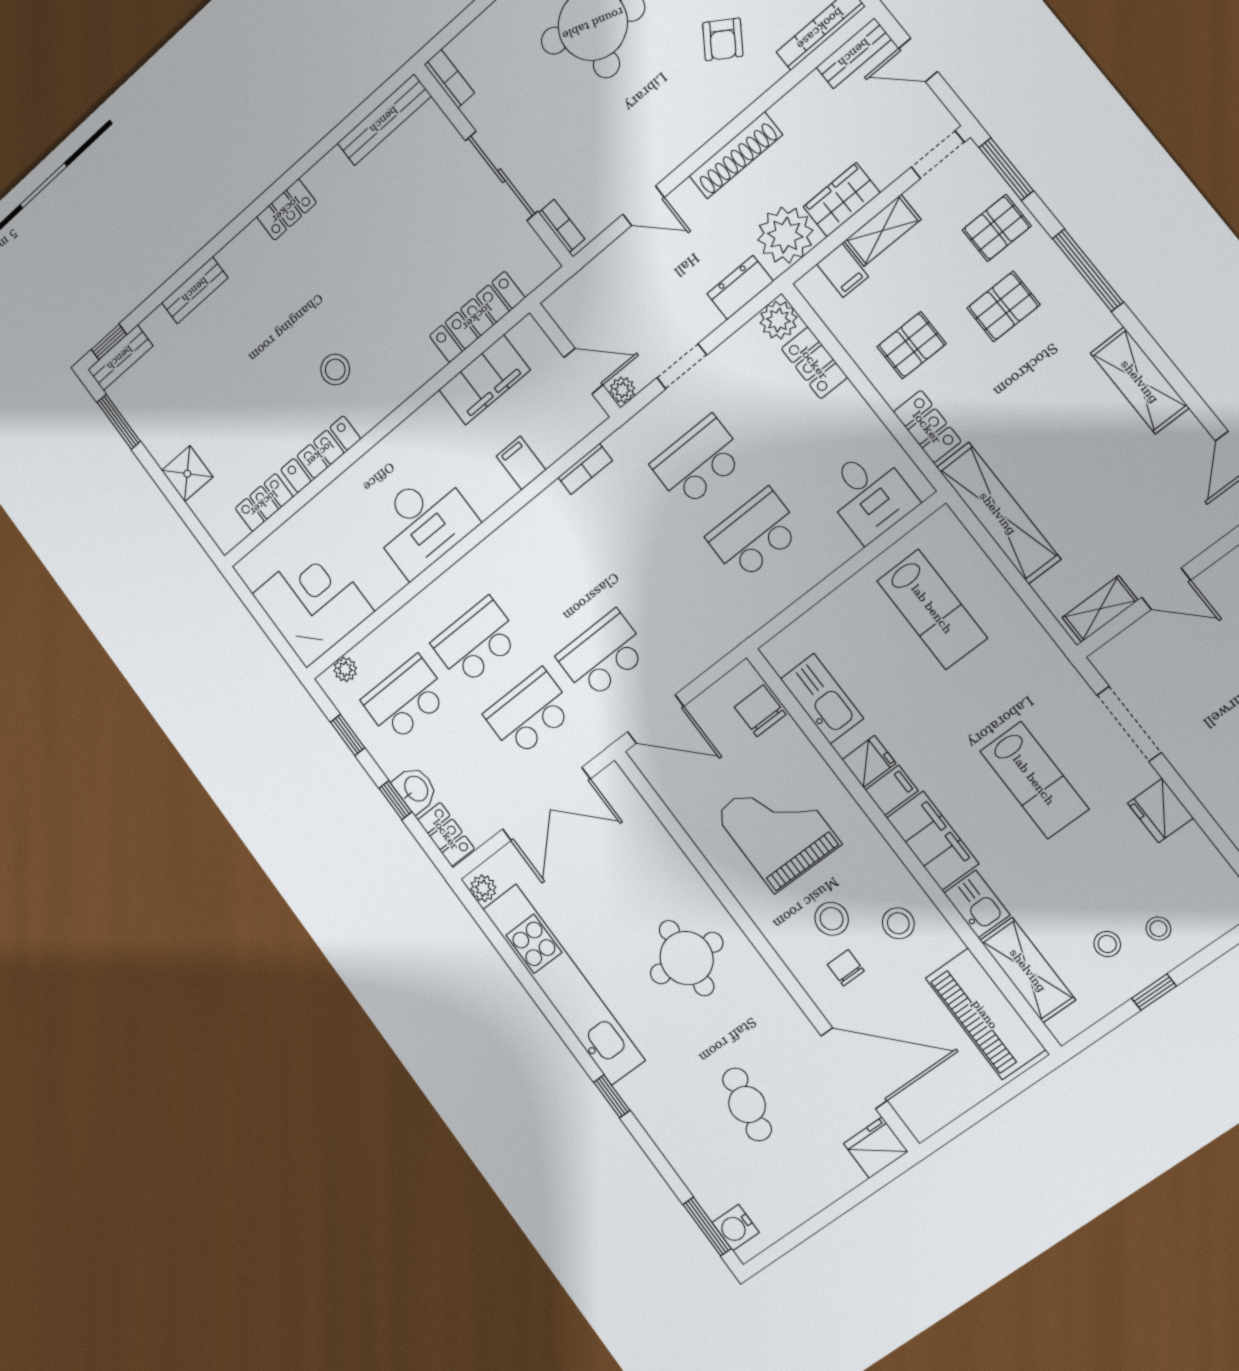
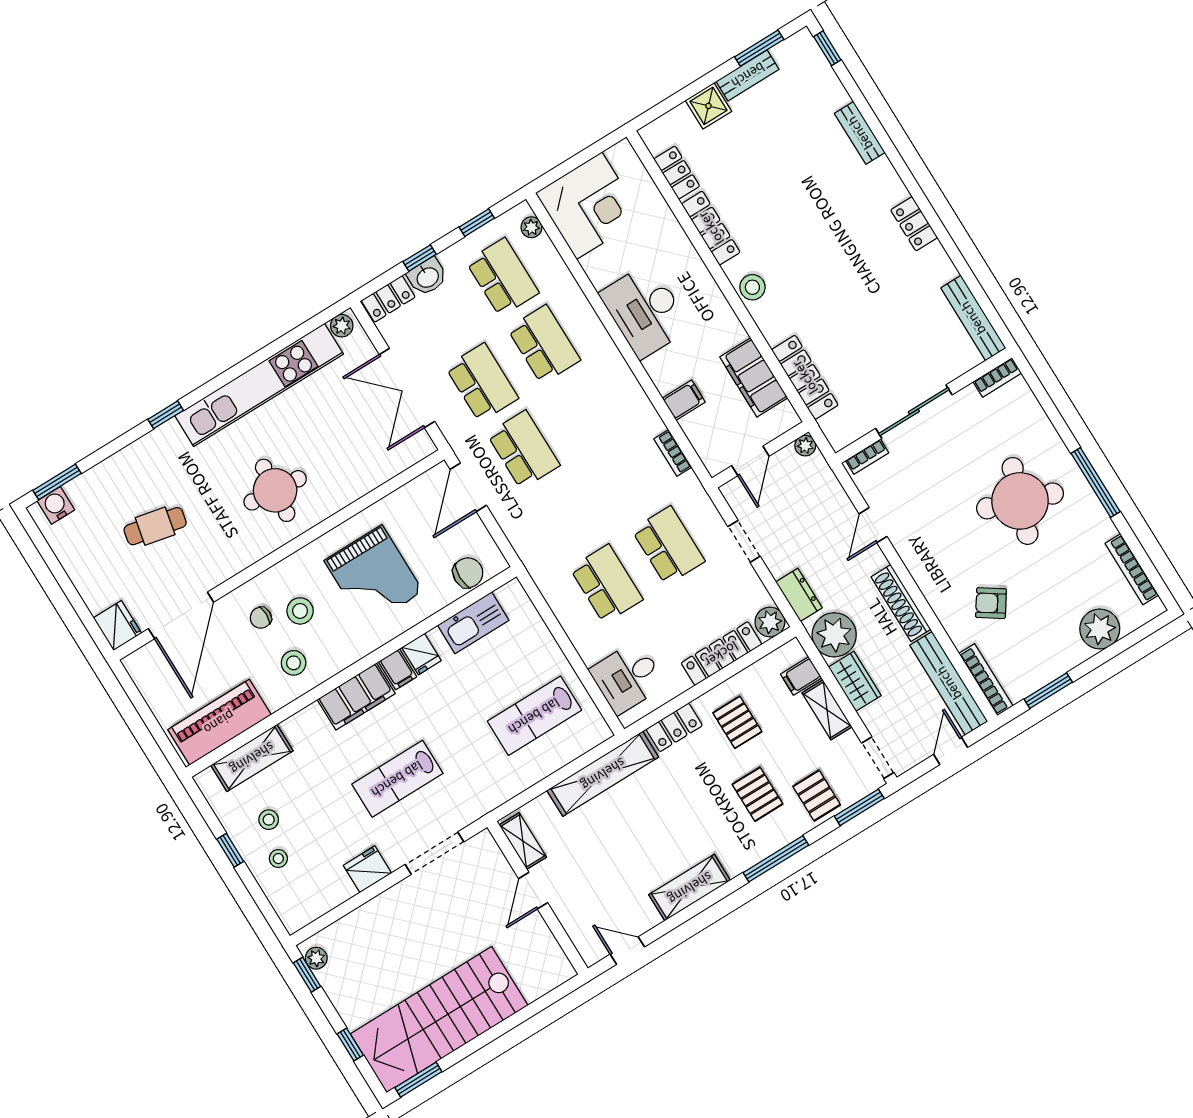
bench: (854, 53) -> (949, 683), width x1.86, depth x1.21
bench: (120, 358) -> (748, 75), moved, turned 90
locker: (814, 363) -> (721, 654), width x1.53
stool: (335, 370) -> (752, 287), moved
plant: (622, 390) -> (805, 446), moved
grand piano: (778, 829) -> (374, 576), turned 90
kitchen sink: (977, 904) -> (305, 725), removed
chair: (846, 968) -> (261, 618), turned 180

